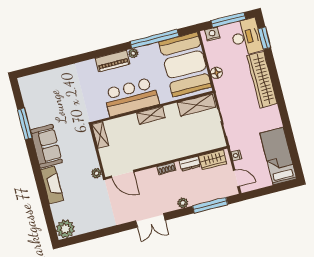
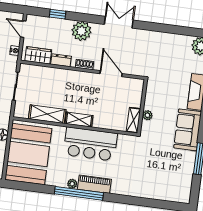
window: (155, 39) -> (79, 193), moved
shelving: (196, 105) -> (47, 114), moved
plant: (96, 173) -> (147, 115), moved
door: (123, 174) -> (111, 74), moved
plant: (183, 203) -> (81, 31), width x1.88, depth x1.88
window: (210, 205) -> (58, 14), width x0.46

